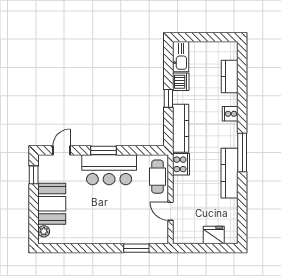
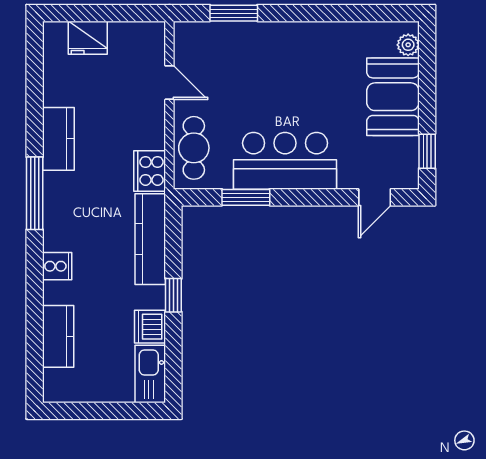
window: (104, 150) -> (246, 197), moved
kitchen counter: (229, 173) -> (58, 139), width x0.67

